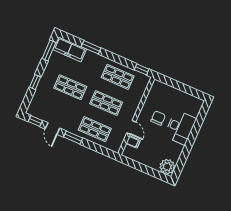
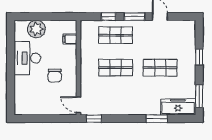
shop shelf: (118, 77) -> (116, 100), removed
window: (35, 121) -> (109, 17), moved
door: (131, 127) -> (78, 105), moved
desk: (180, 127) -> (27, 58), moved
plant: (167, 167) -> (36, 29), moved

